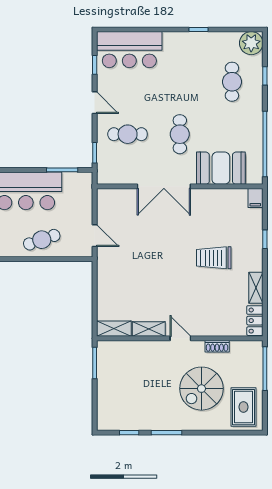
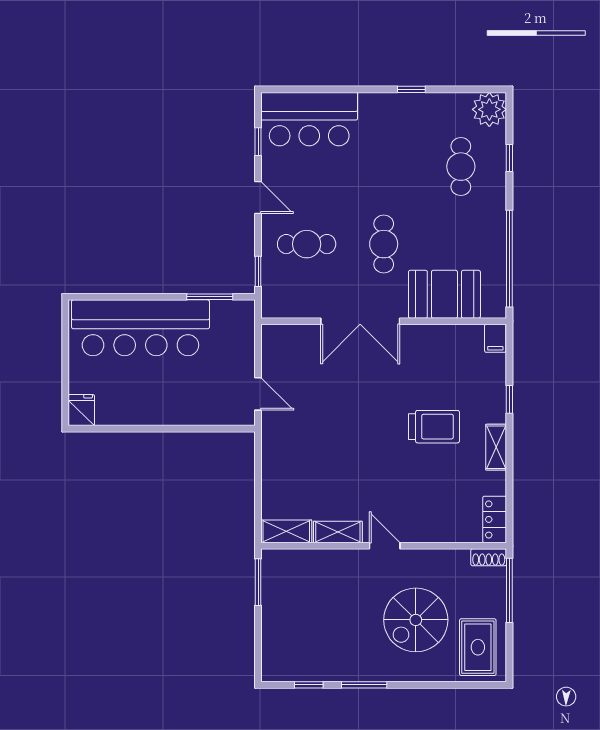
cafe table: (42, 240) -> (180, 400), removed
trolley: (214, 258) -> (434, 427), turned 180
shelving: (256, 288) -> (496, 447), moved
shoe rack: (217, 346) -> (489, 557), moved

